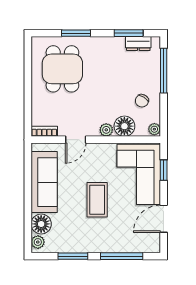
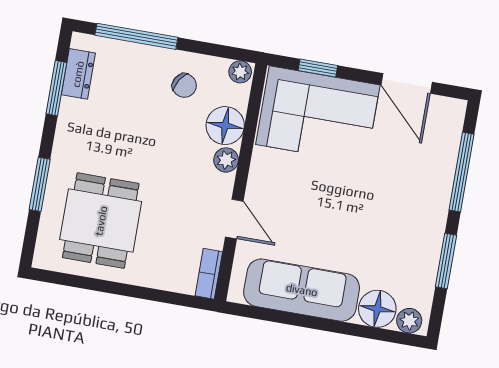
dining table: (62, 69) -> (101, 221), turned 90
coffee table: (97, 200) -> (351, 199), removed

